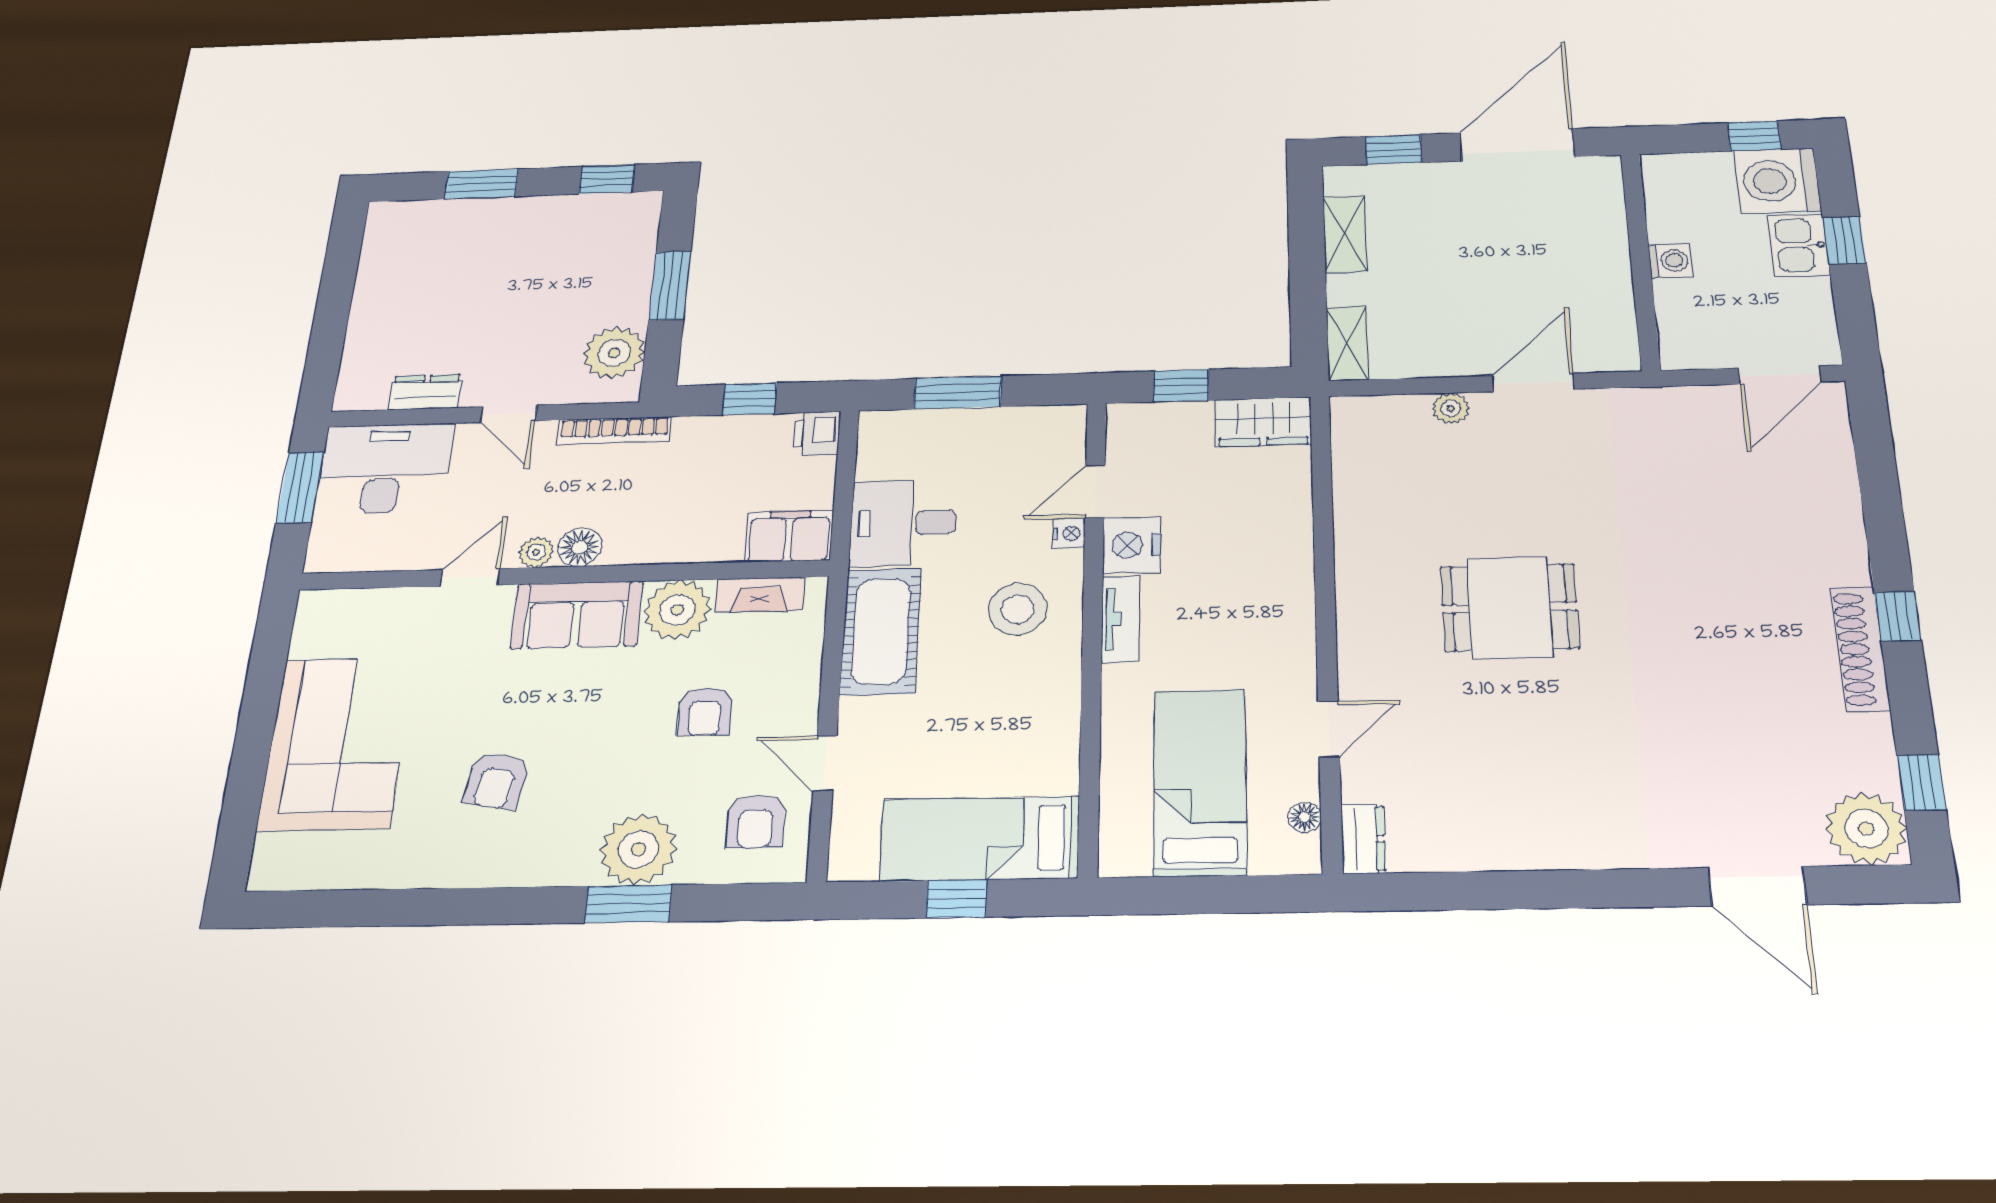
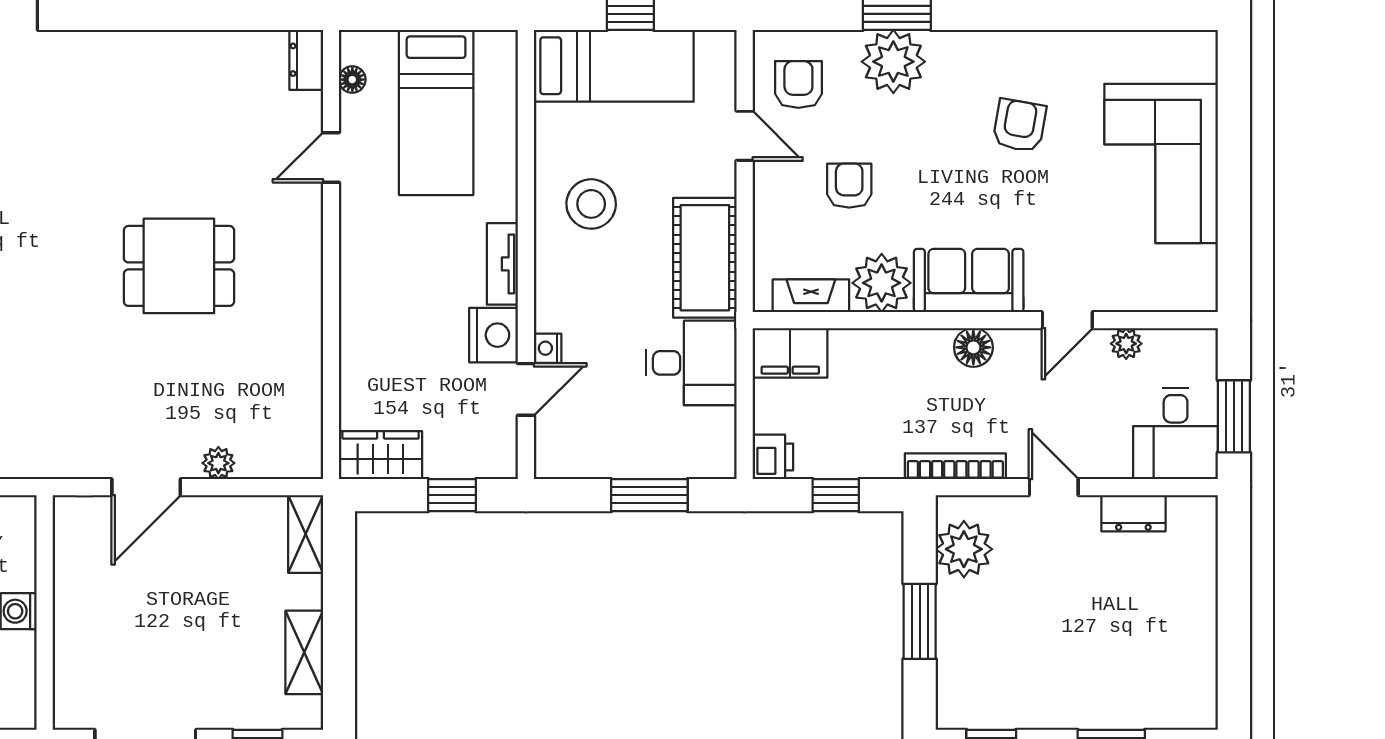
desk: (384, 468) -> (1176, 433), width x0.73
plant: (536, 552) -> (1126, 344), moved
stool: (1018, 609) -> (591, 204), moved

